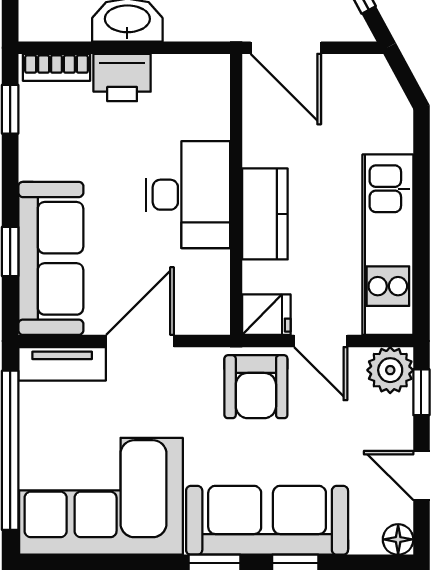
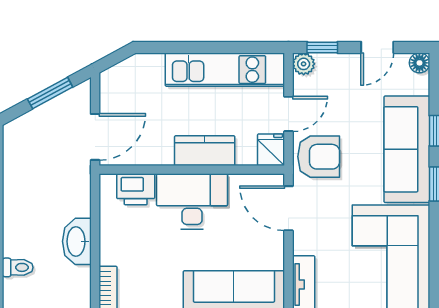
printer: (122, 78) -> (136, 189), moved, turned 90
door: (140, 341) -> (288, 208), moved
plant: (390, 370) -> (304, 64), width x0.73, depth x0.73

